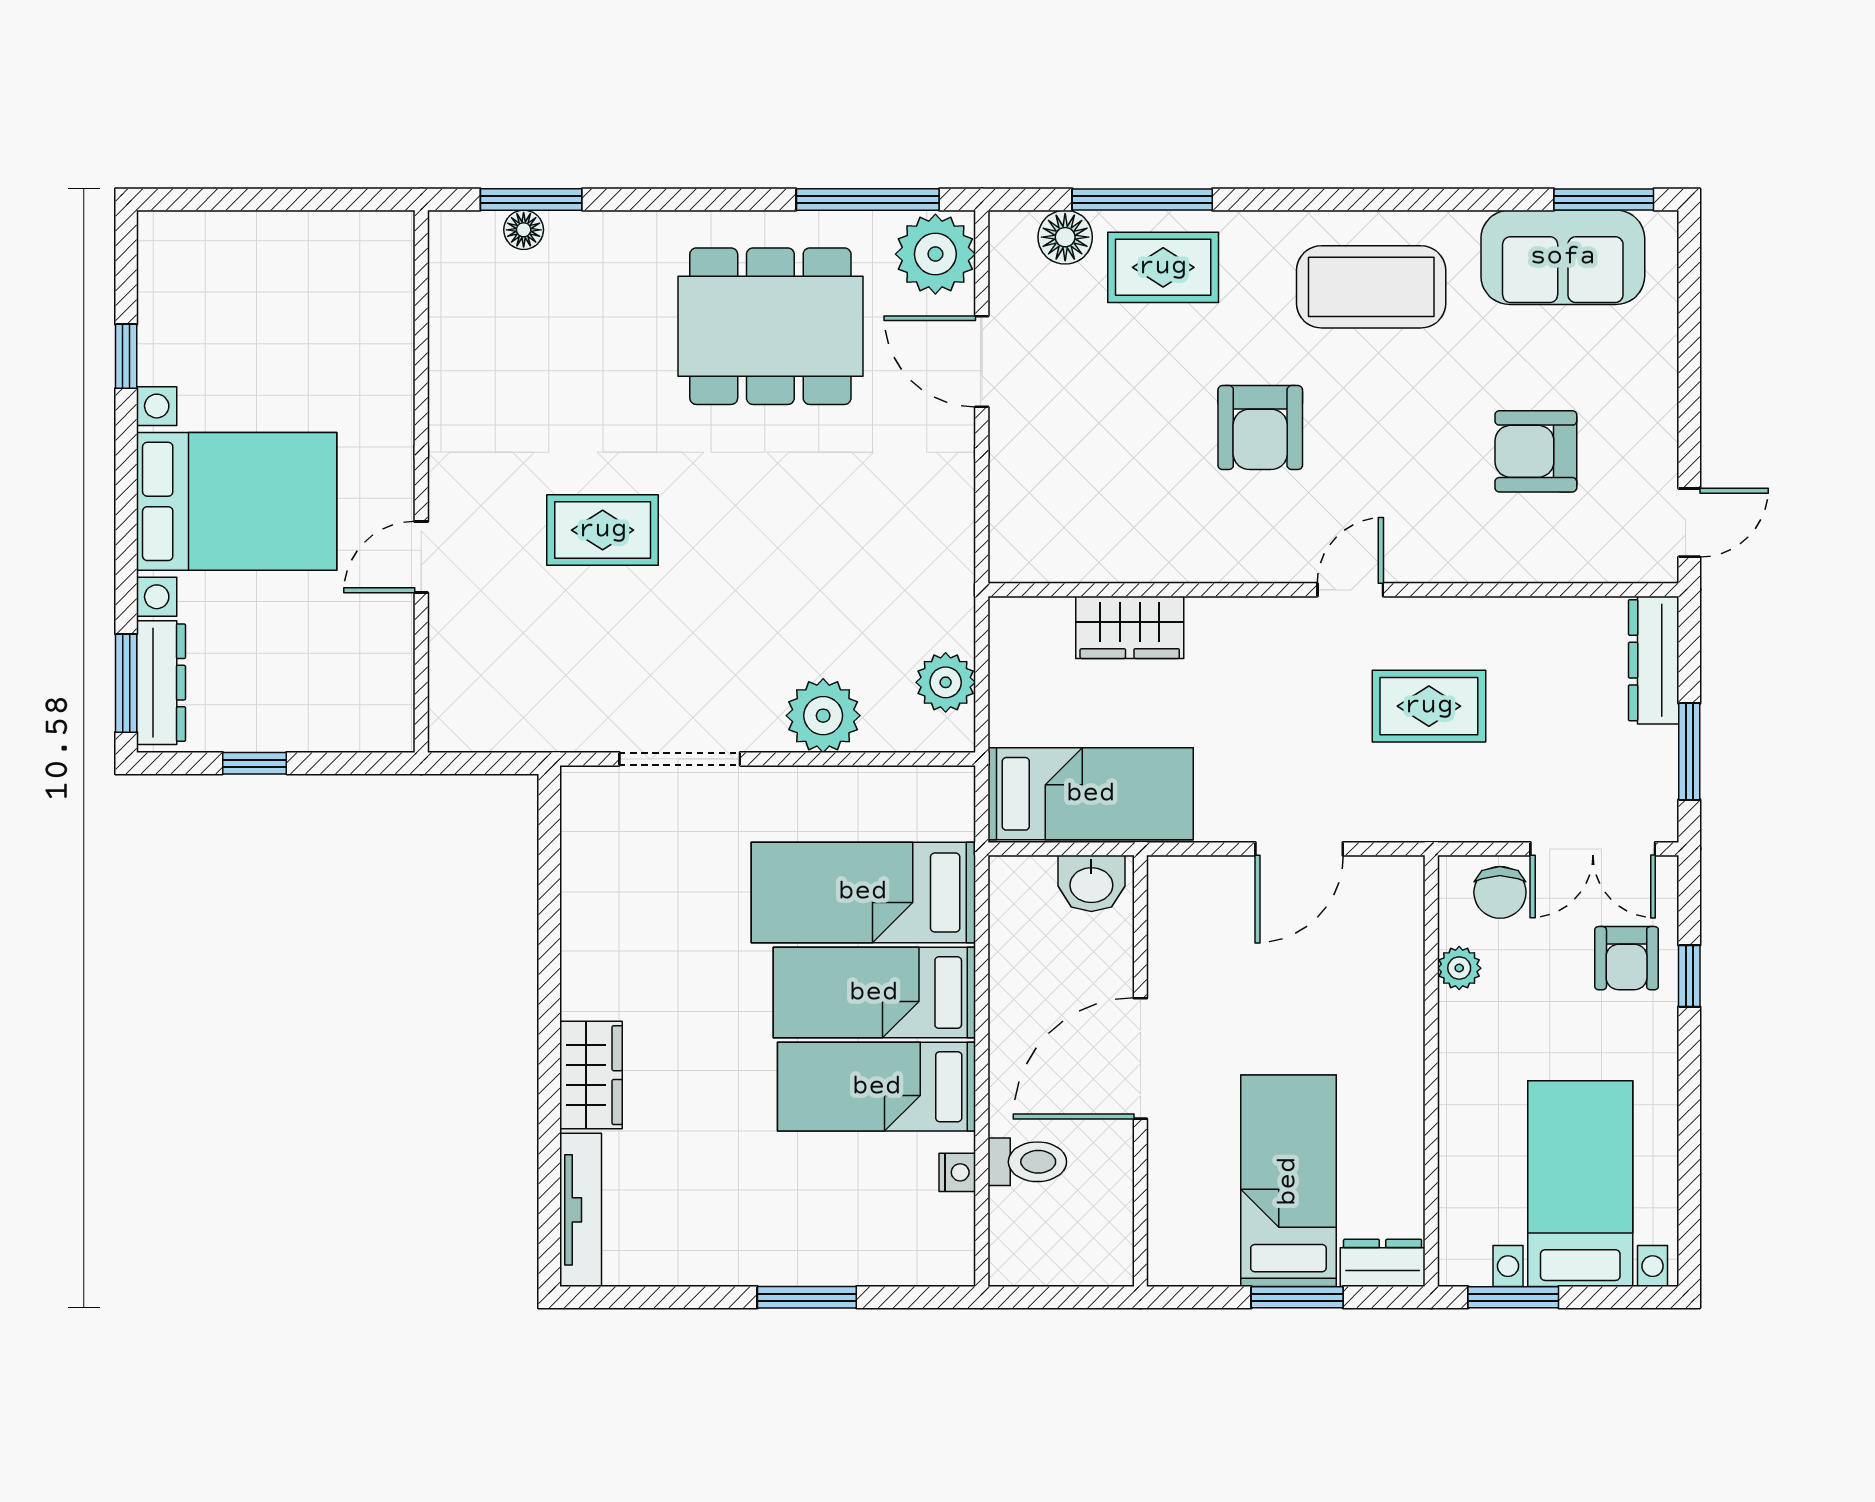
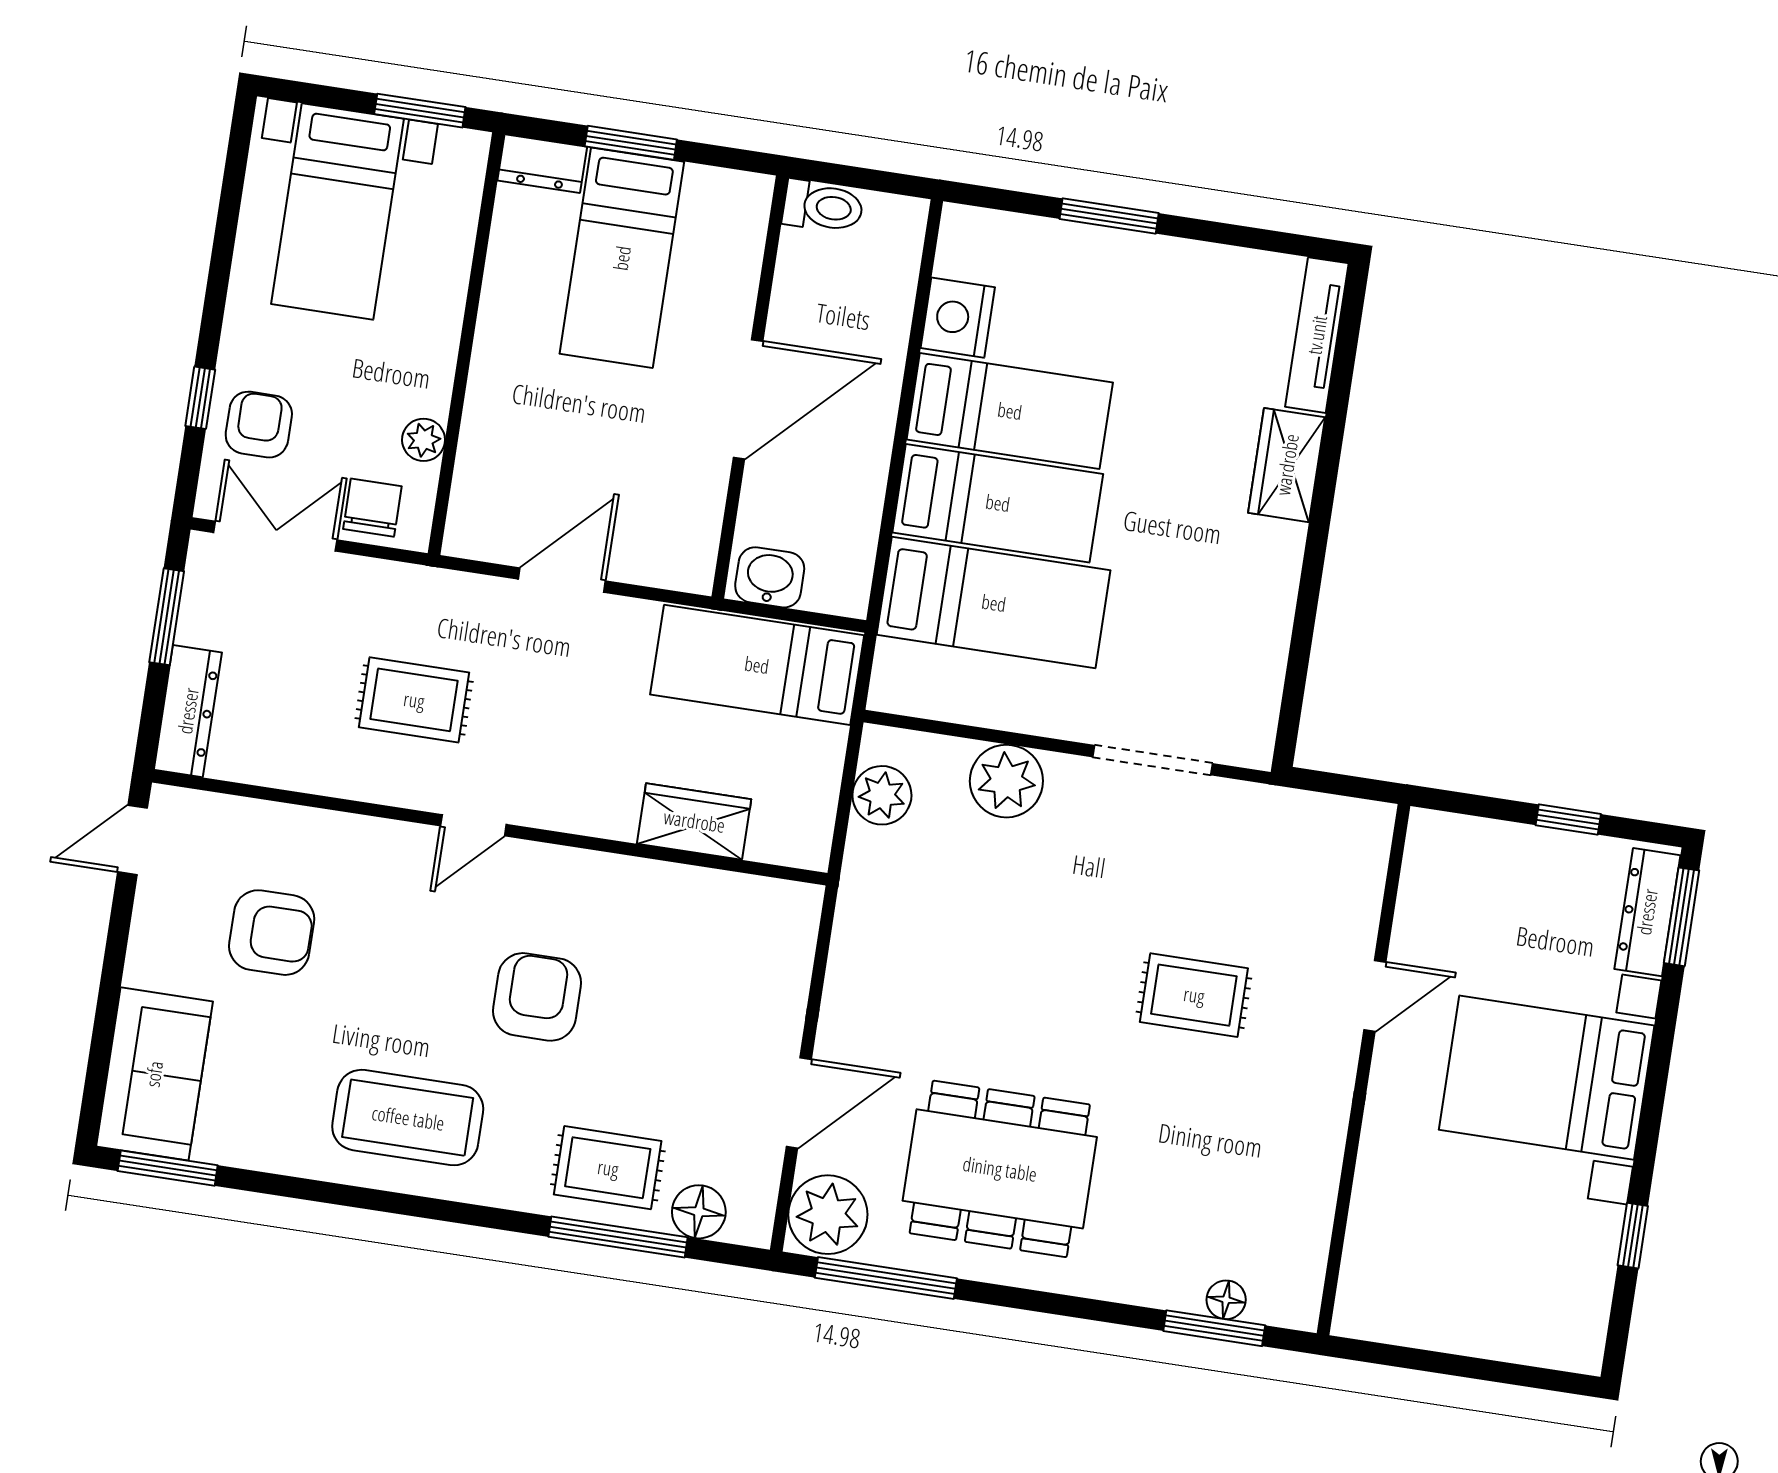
sofa: (1563, 257) -> (154, 1074), moved, turned 90
door: (982, 362) -> (799, 1103), hinge flipped
toilet: (1027, 1162) -> (823, 207), moved, turned 180
nightstand: (957, 1172) -> (958, 318), width x1.89, depth x1.79

